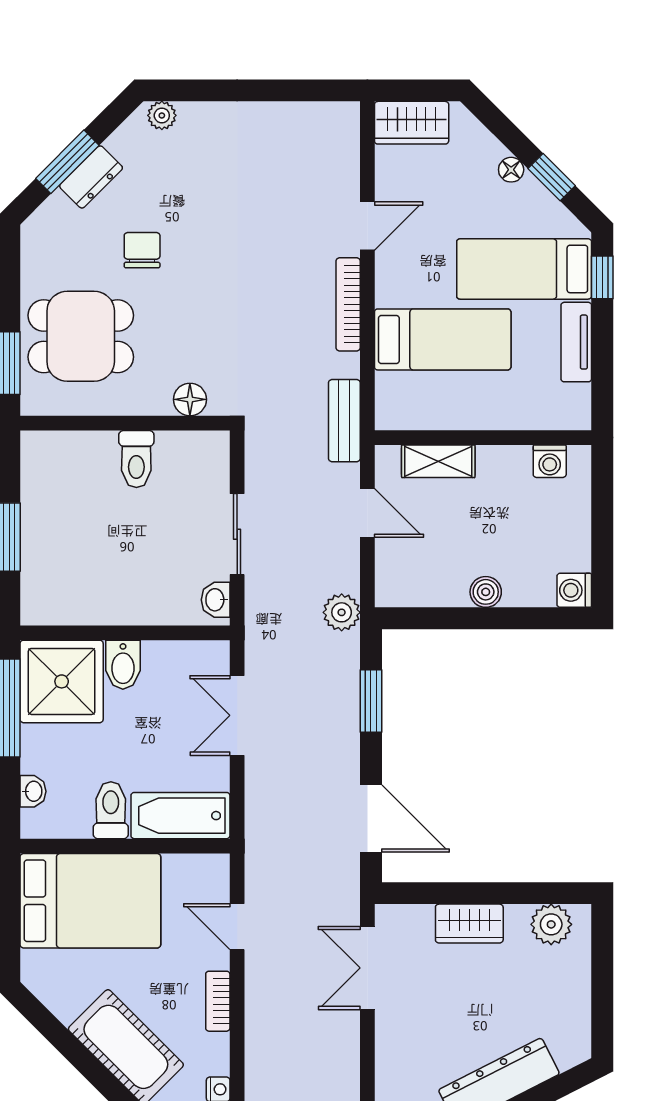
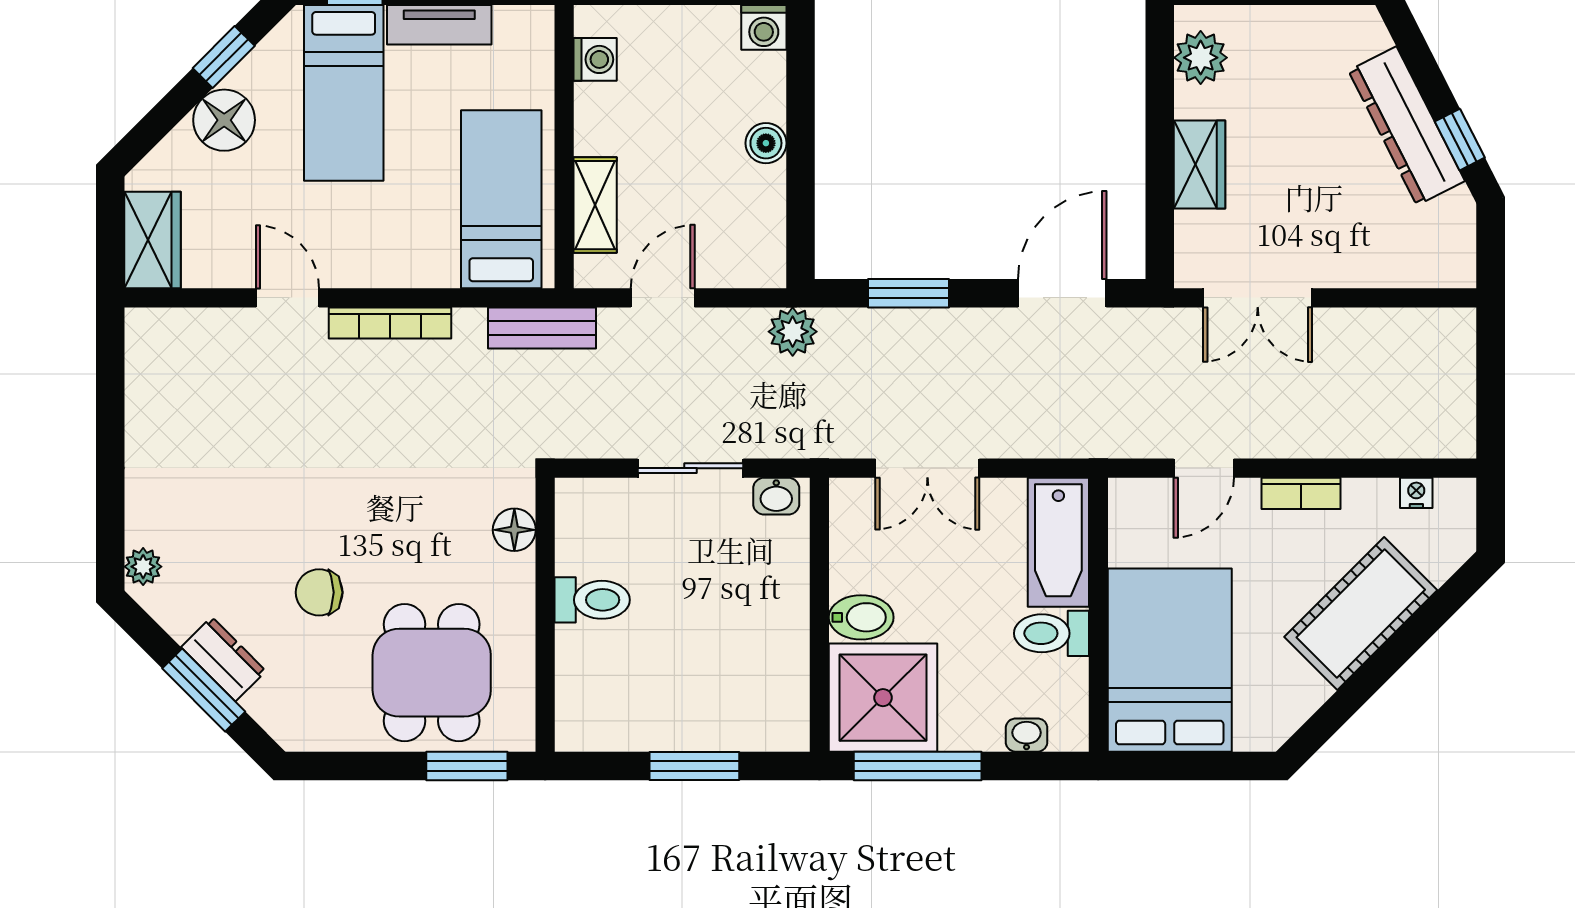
floor lamp: (511, 170) -> (224, 120), width x1.89, depth x1.89
bed: (443, 339) -> (501, 199), moved

